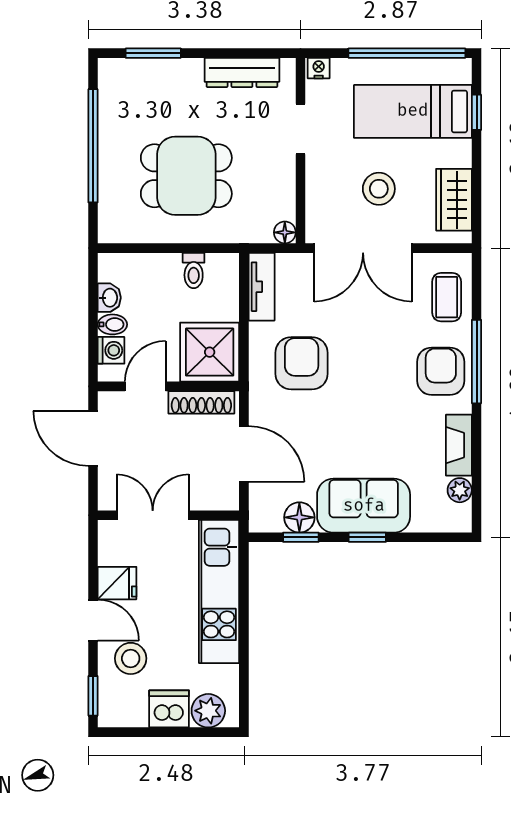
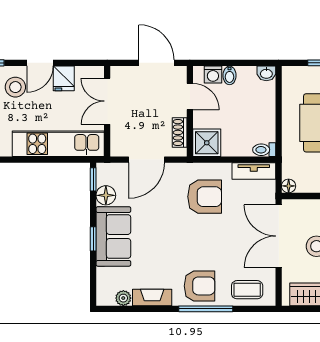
toilet: (194, 270) -> (264, 150), moved
washbasin: (109, 298) -> (266, 73), moved
shower: (210, 352) -> (207, 143), width x0.73, depth x0.73
shoe rack: (201, 402) -> (180, 132), width x0.70
door: (93, 438) -> (157, 63), hinge flipped
double door: (153, 515) -> (107, 101), swing flipped
window: (301, 537) -> (93, 179), moved

